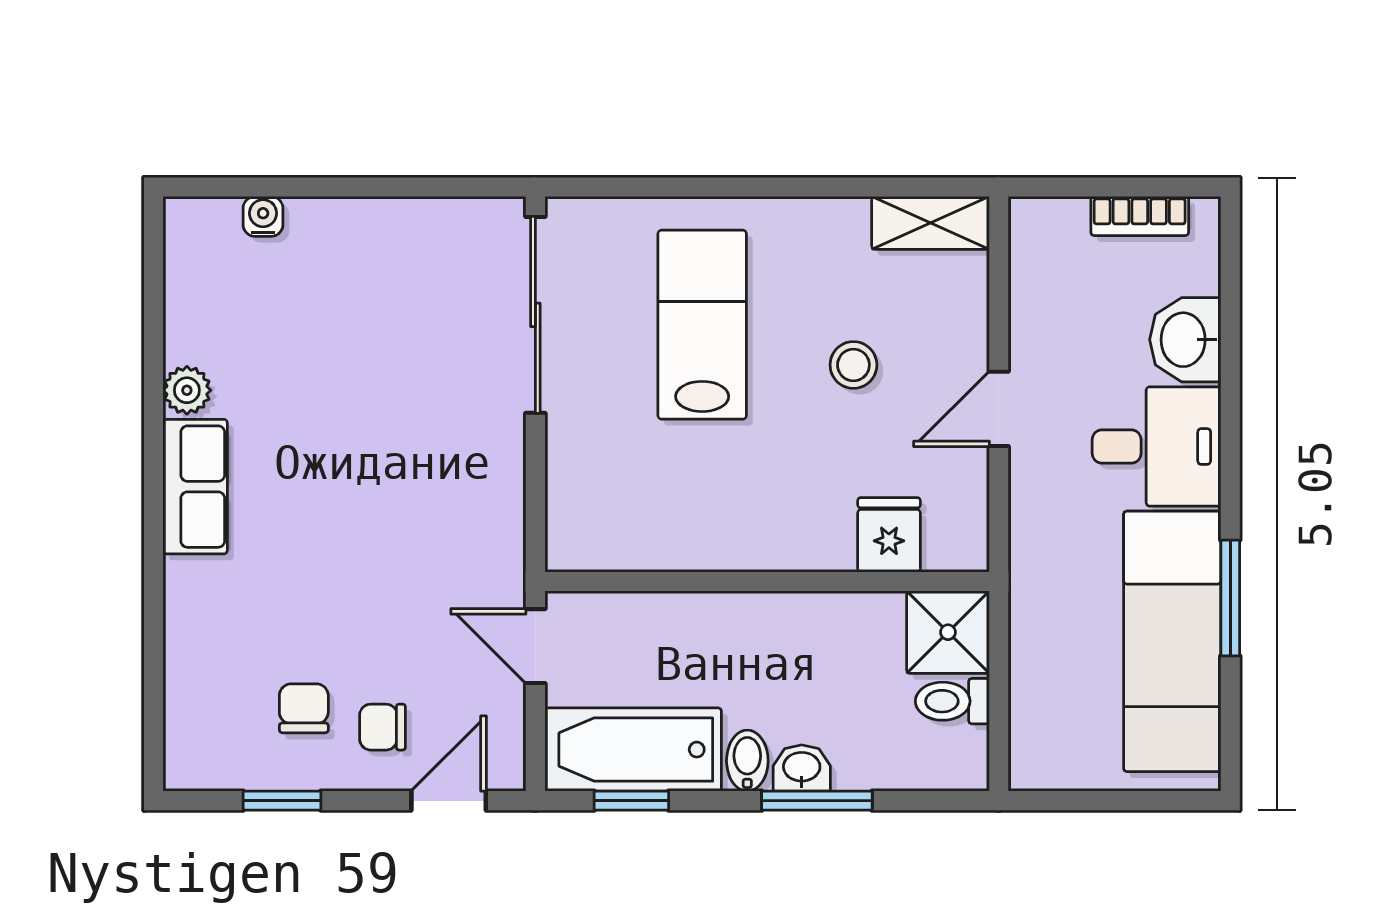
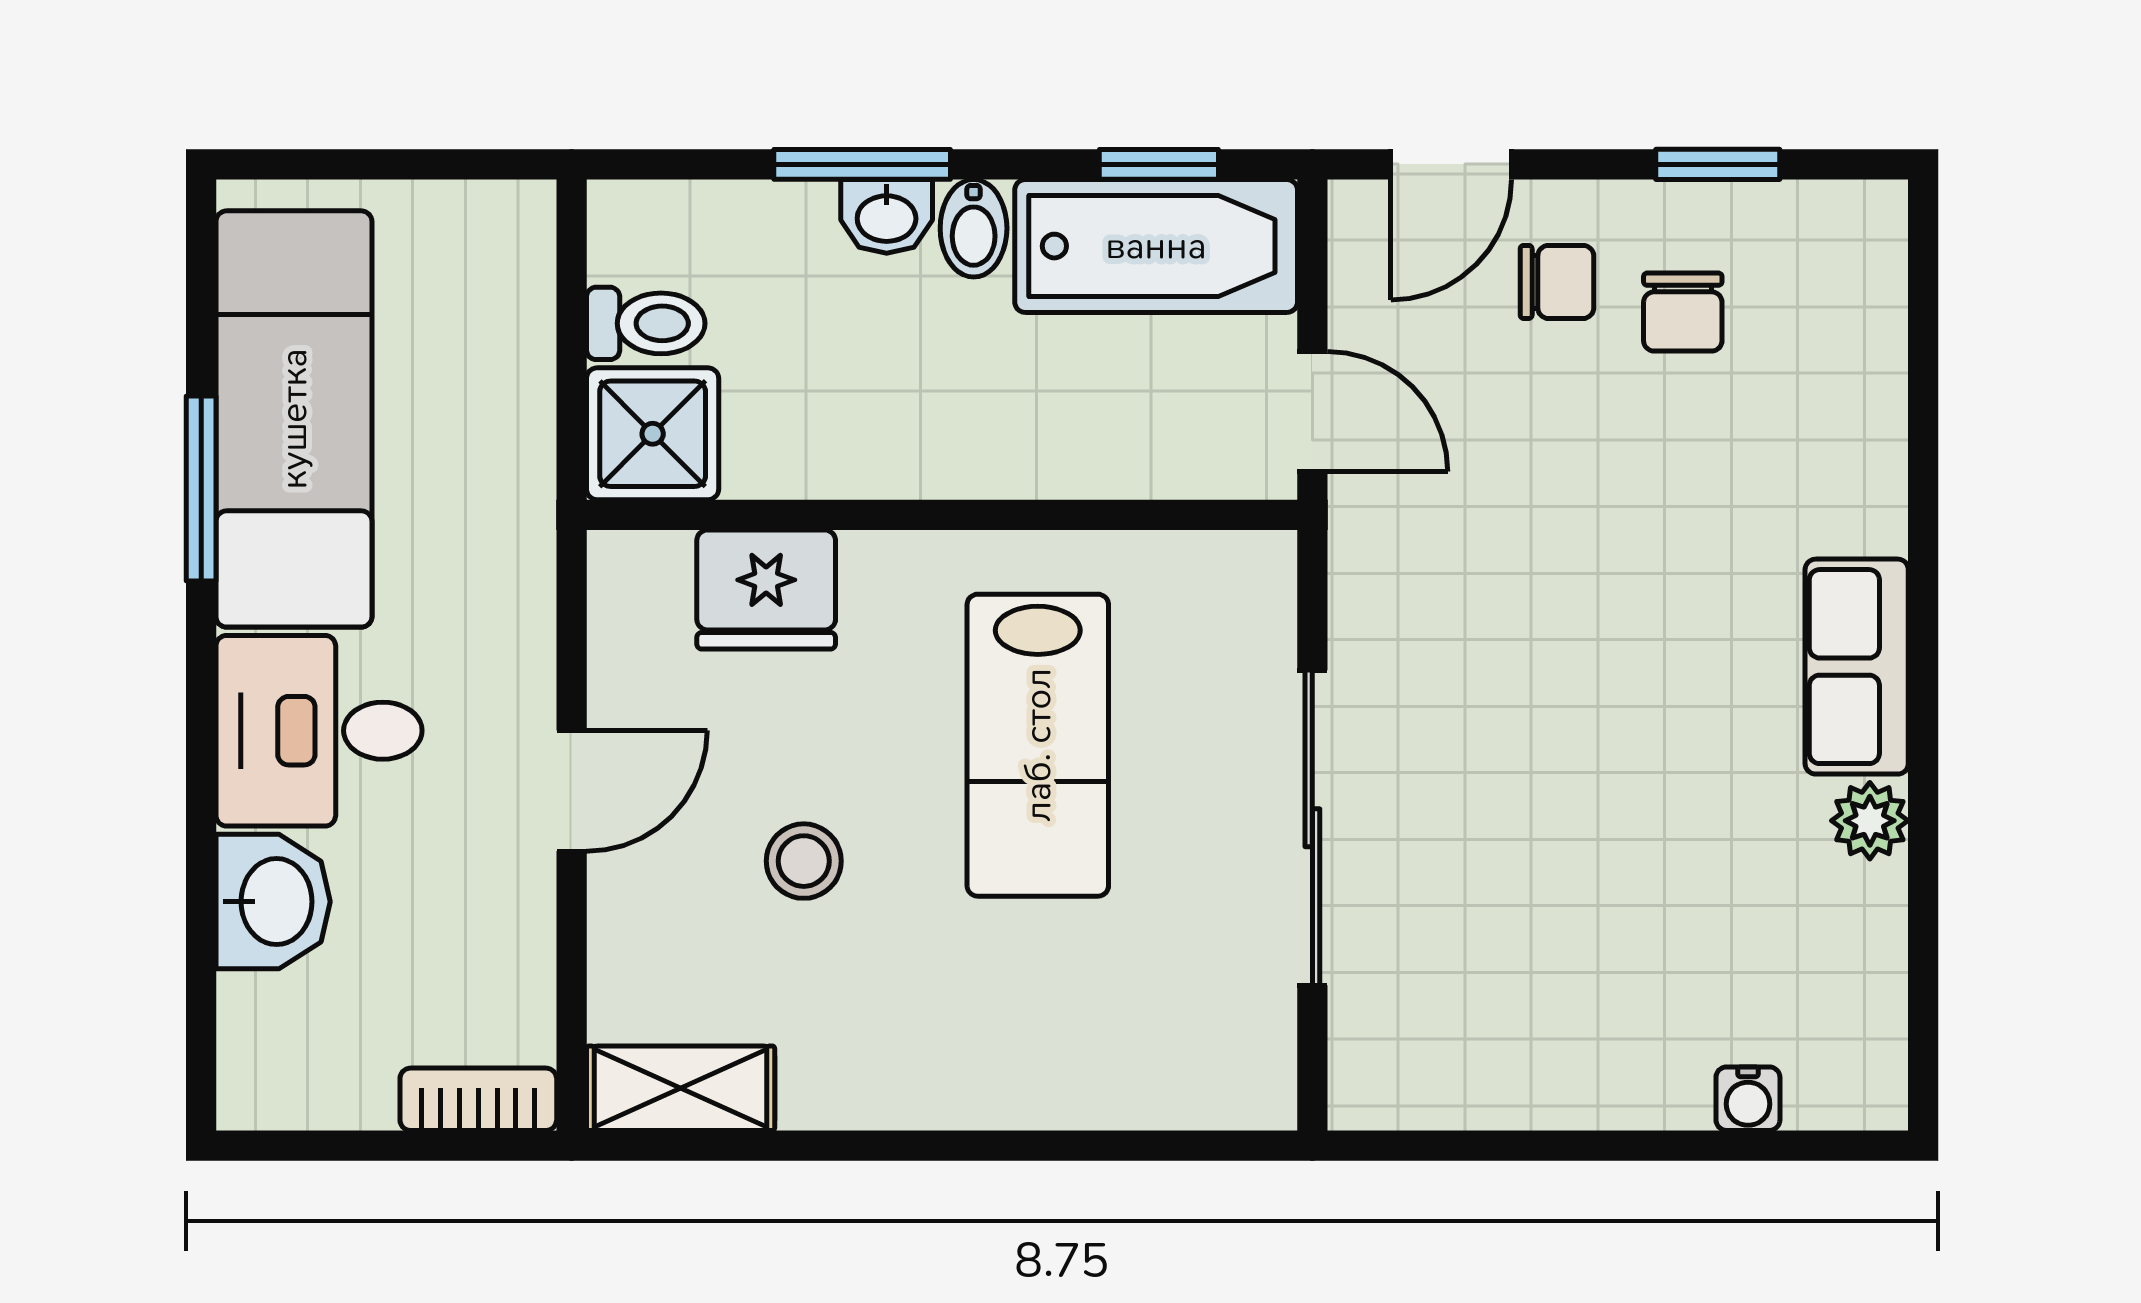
bookcase: (1140, 216) -> (478, 1099), moved
sliding door: (535, 315) -> (1312, 828), moved
lab bench: (702, 325) -> (1038, 745), moved
fridge: (889, 535) -> (766, 589), width x1.38

